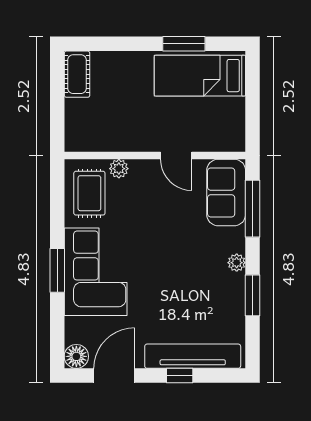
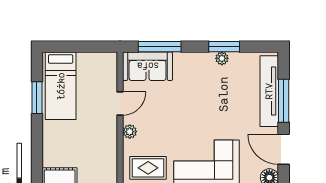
plant: (119, 169) -> (130, 132), moved
plant: (237, 263) -> (222, 58), moved
window: (180, 375) -> (284, 101), width x2.17

